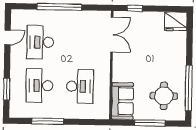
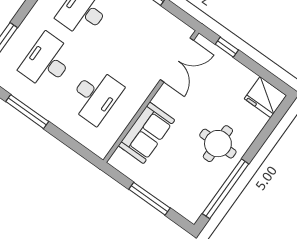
round table: (164, 96) -> (218, 144), moved
sofa: (123, 101) -> (146, 133), moved

